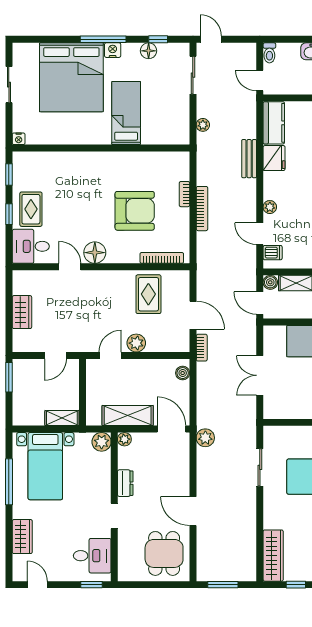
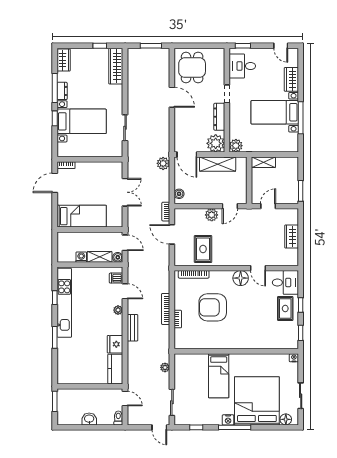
floor lamp: (149, 51) -> (286, 419), moved
bench: (249, 159) -> (133, 328), moved
plant: (205, 438) -> (163, 163), moved
plant: (124, 439) -> (216, 143), width x1.88, depth x1.88
bed with nightstands: (45, 466) -> (275, 112), moved, turned -90
dresser: (125, 483) -> (219, 117), width x1.44

